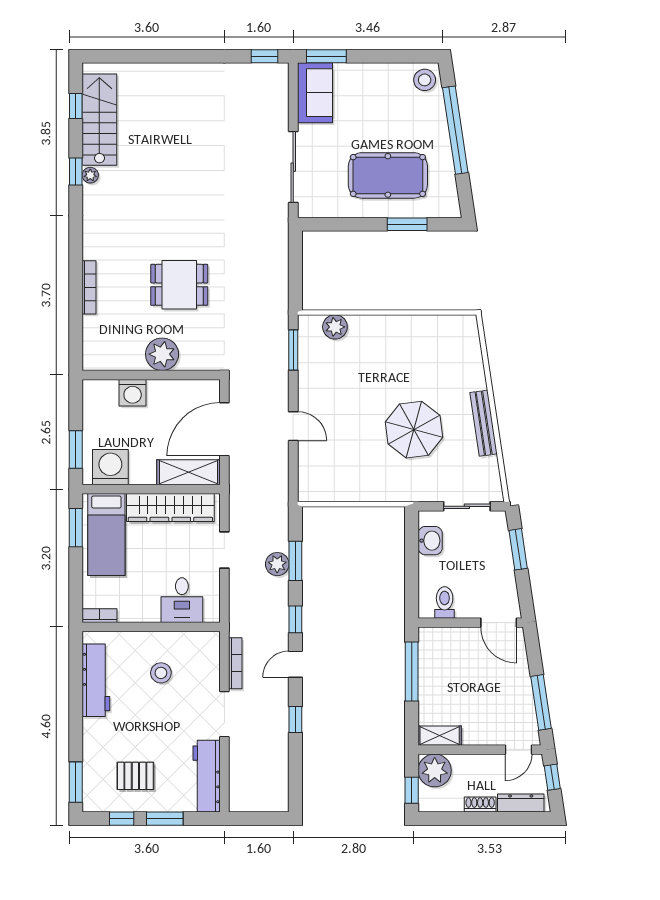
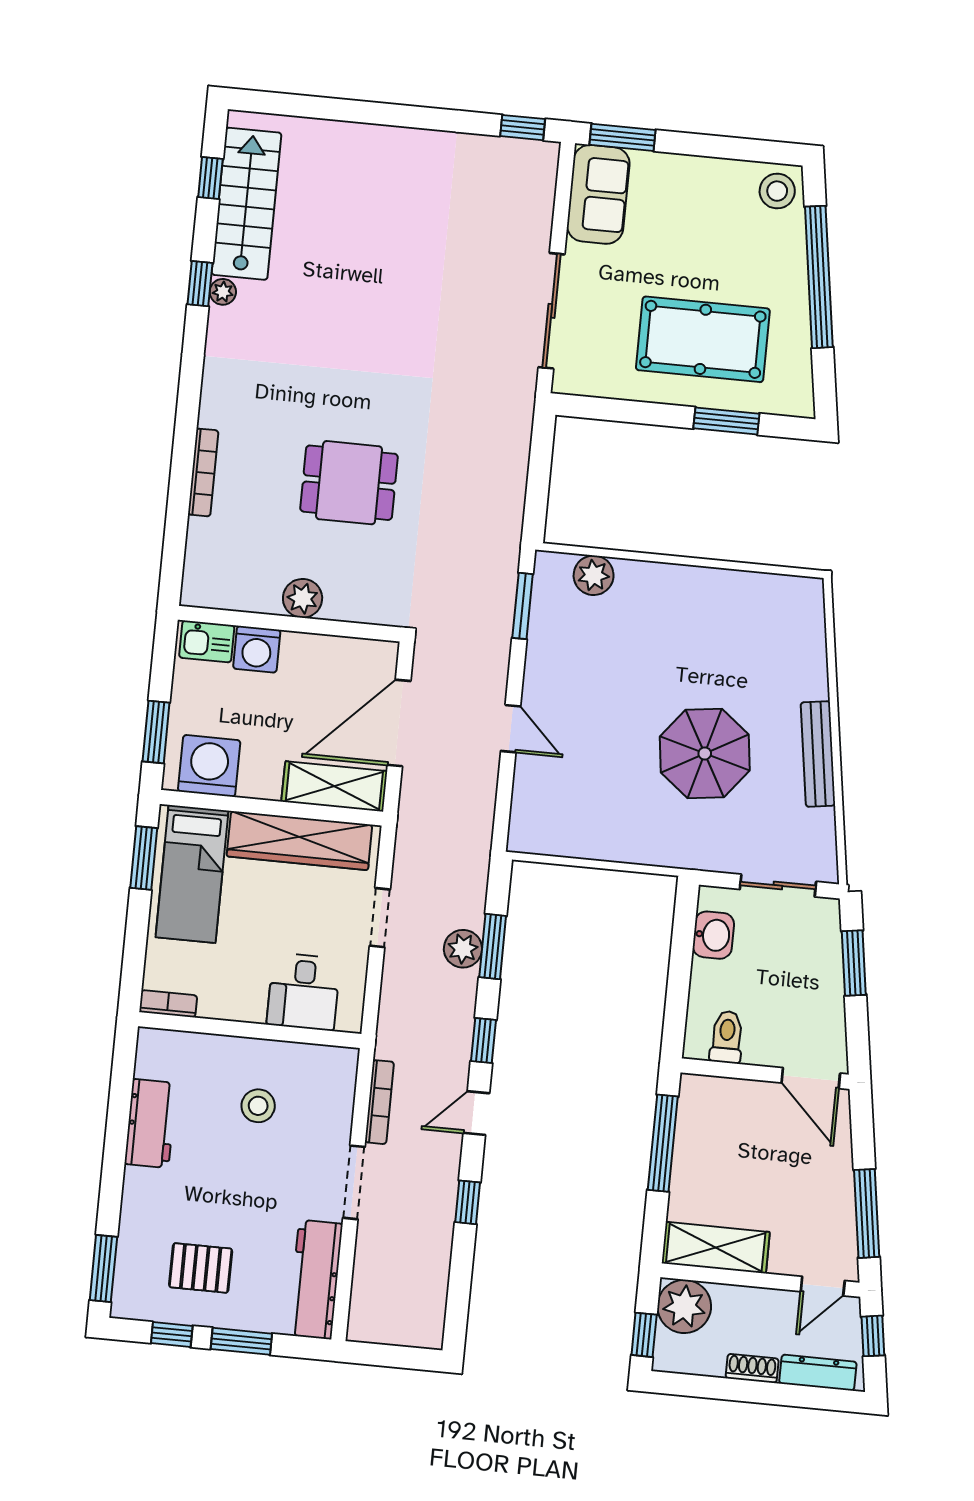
plant: (162, 354) -> (303, 598), width x0.73, depth x0.73
kitchen sink: (101, 391) -> (207, 642), added
workbench: (96, 680) -> (150, 1123), width x0.73
shelving: (440, 736) -> (716, 1248), width x1.50, depth x1.33

